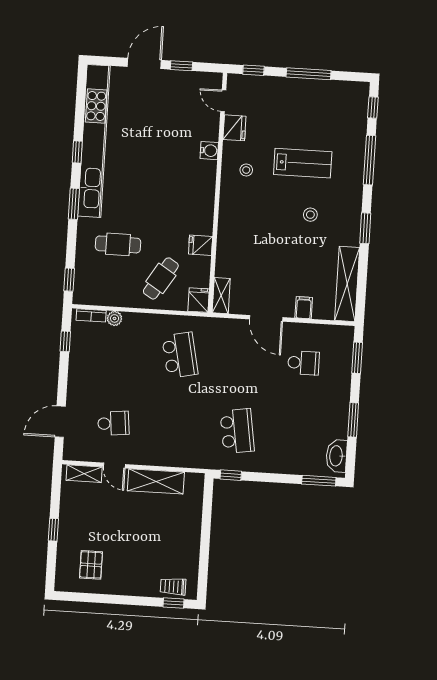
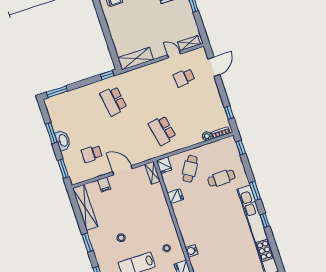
washbasin: (337, 456) -> (63, 140), moved
shelving: (156, 481) -> (136, 59), moved

